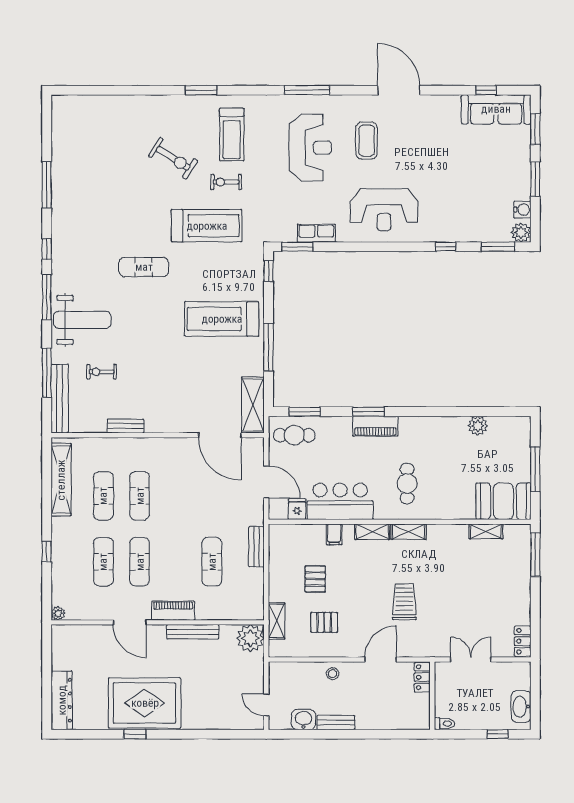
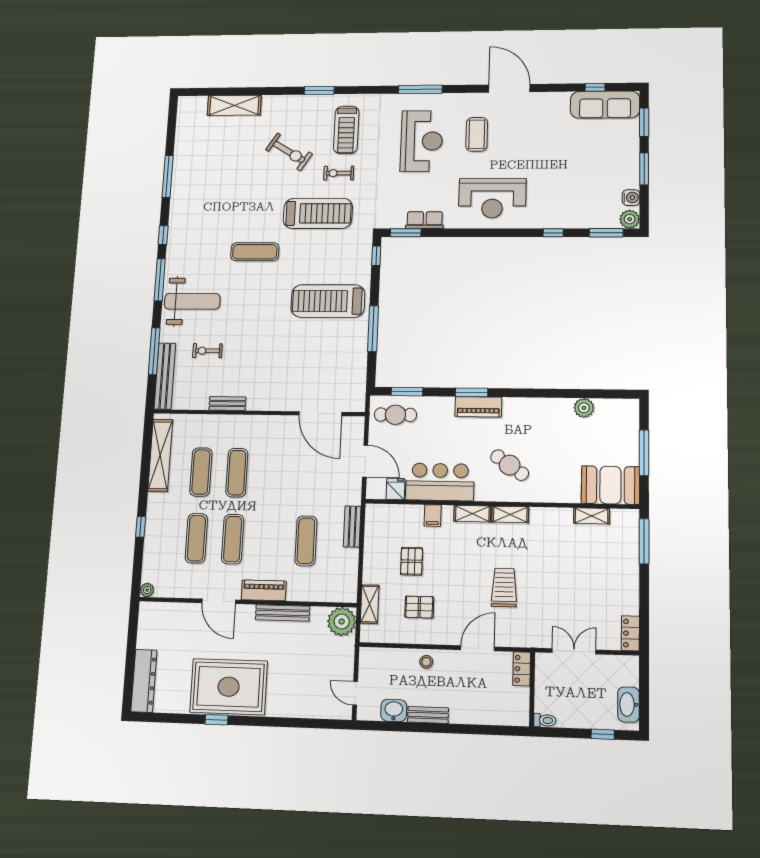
shelving: (253, 405) -> (234, 105), moved, turned 90
cafe table: (407, 484) -> (510, 465), turned -55

